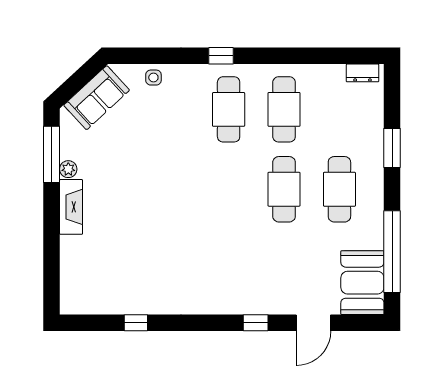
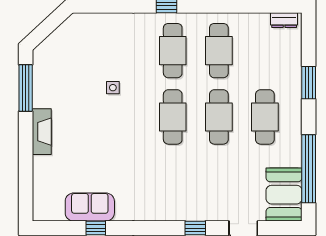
side table: (153, 78) -> (113, 88), moved
sofa: (97, 98) -> (90, 207), moved, turned -137
plant: (68, 169) -> (39, 100), removed
cafe table: (229, 189) -> (173, 117), added

